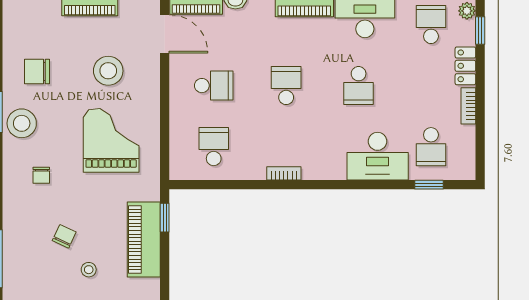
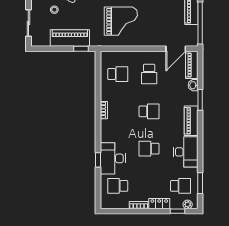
stool: (108, 71) -> (157, 20), removed
window: (429, 185) -> (98, 160), moved

